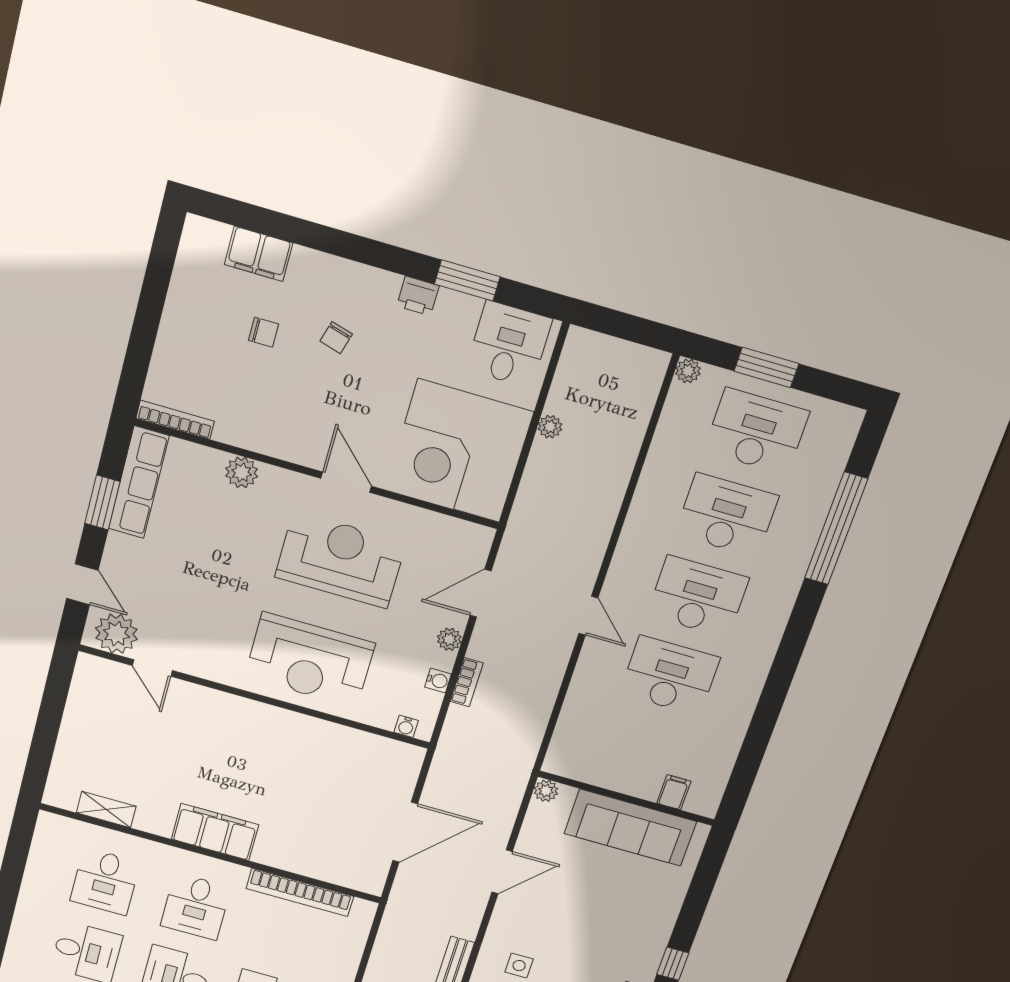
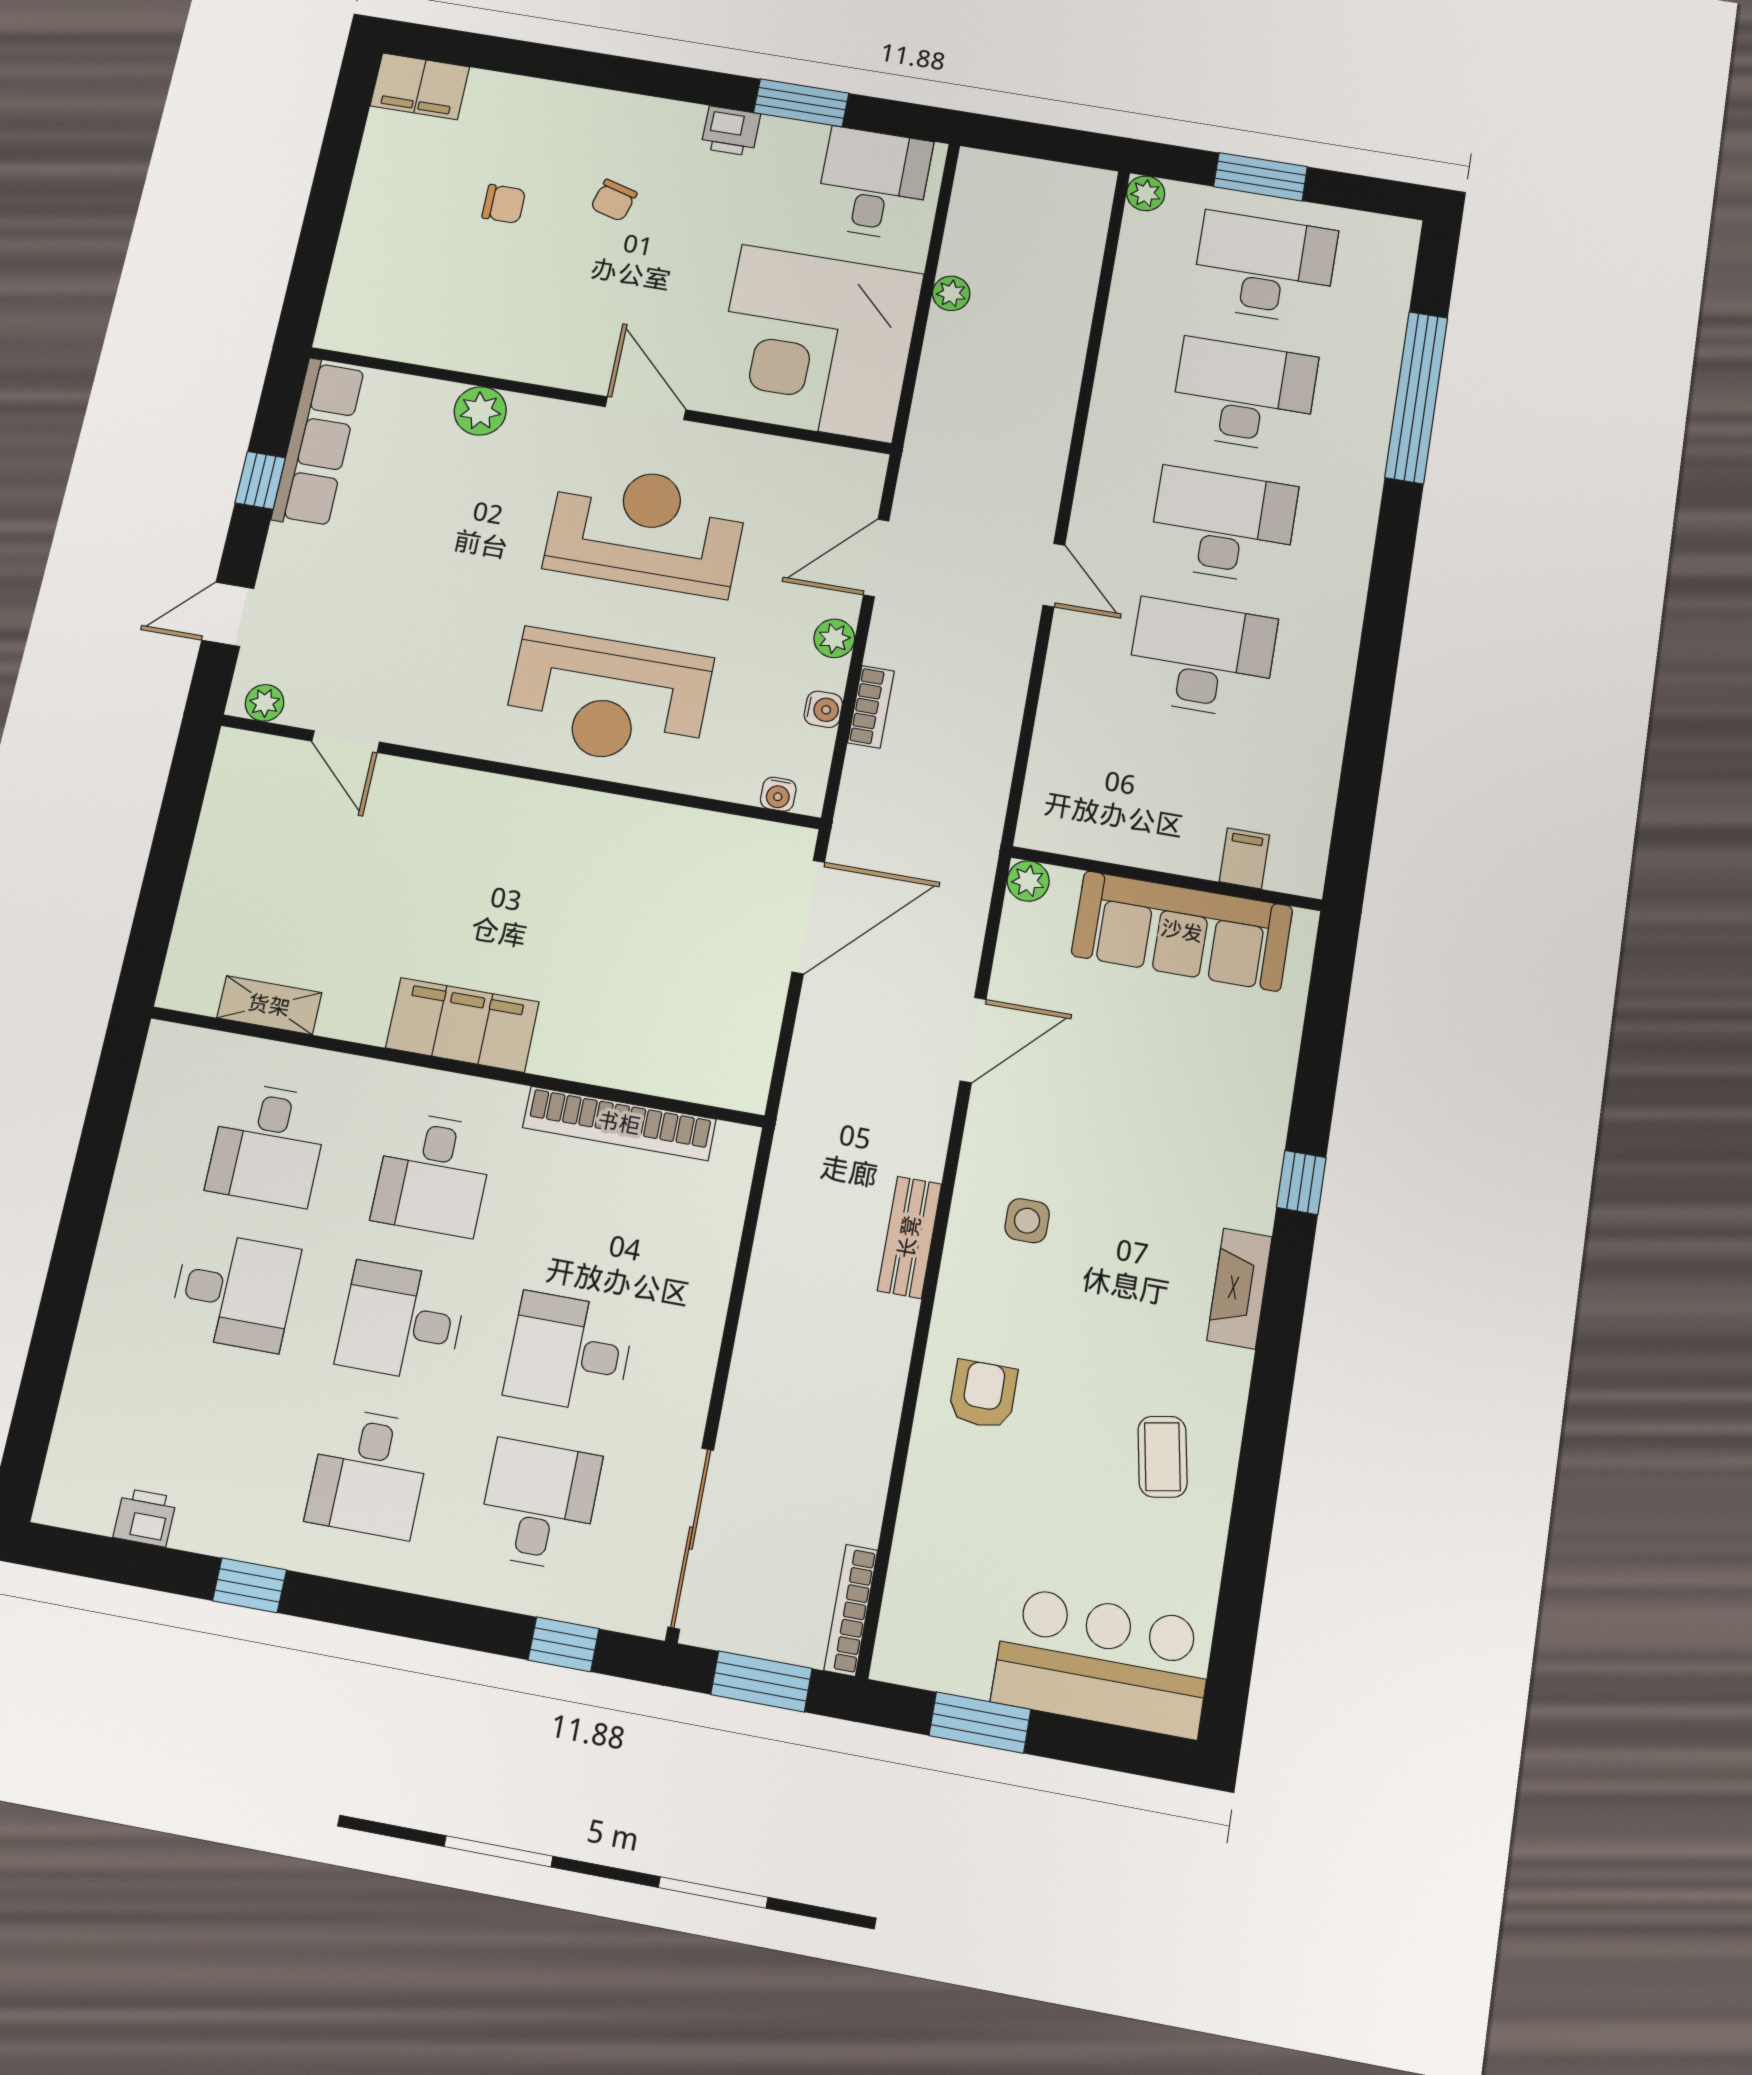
filing cabinet: (259, 254) -> (420, 86), moved
bookcase: (175, 420) -> (373, 343), removed
window: (102, 503) -> (260, 480), width x0.67
door: (82, 584) -> (228, 614), swing flipped
plant: (116, 634) -> (265, 703), width x0.53, depth x0.53
door: (405, 832) -> (808, 917), moved

